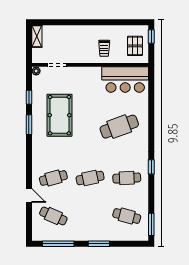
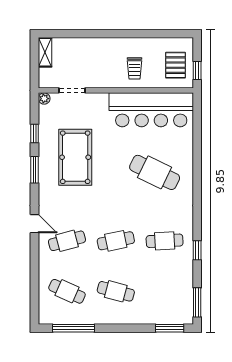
window: (151, 37) -> (197, 71), moved
bar counter: (125, 80) -> (151, 110), width x1.36
cafe table: (119, 127) -> (155, 172), turned 46
window: (151, 167) -> (197, 250), moved
door: (29, 196) -> (34, 224), moved
cafe table: (127, 216) -> (116, 291), moved
window: (99, 244) -> (170, 328), moved

